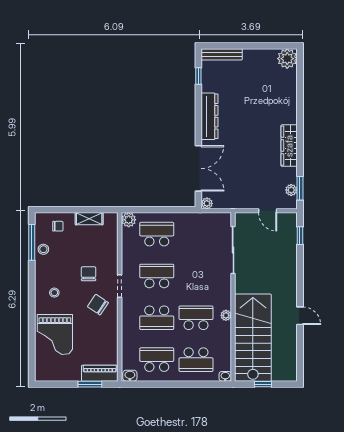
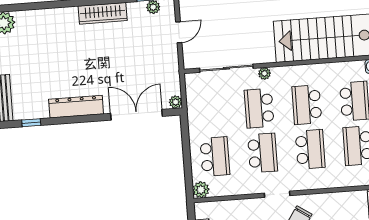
school desk: (157, 234) -> (215, 157), turned 180
school desk: (157, 276) -> (263, 153), turned 180
school desk: (196, 276) -> (259, 108), added
plant: (226, 315) -> (264, 73), moved

